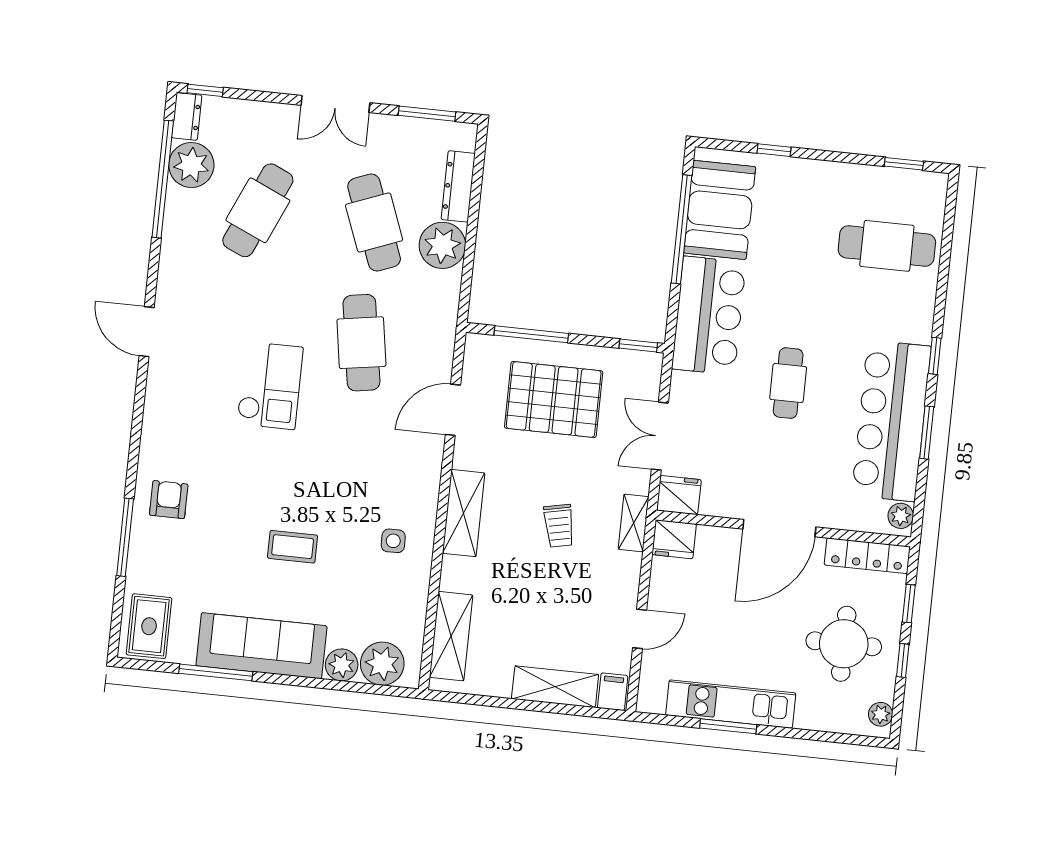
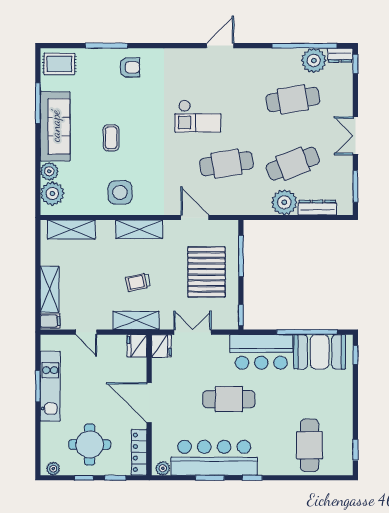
window: (774, 150) -> (355, 355), moved
cafe table: (258, 210) -> (293, 99), turned -33
cafe table: (788, 383) -> (229, 399), width x1.37, depth x1.35
shelving: (634, 523) -> (136, 320), width x1.50, depth x1.33
side table: (393, 541) -> (120, 192), width x1.87, depth x1.87

